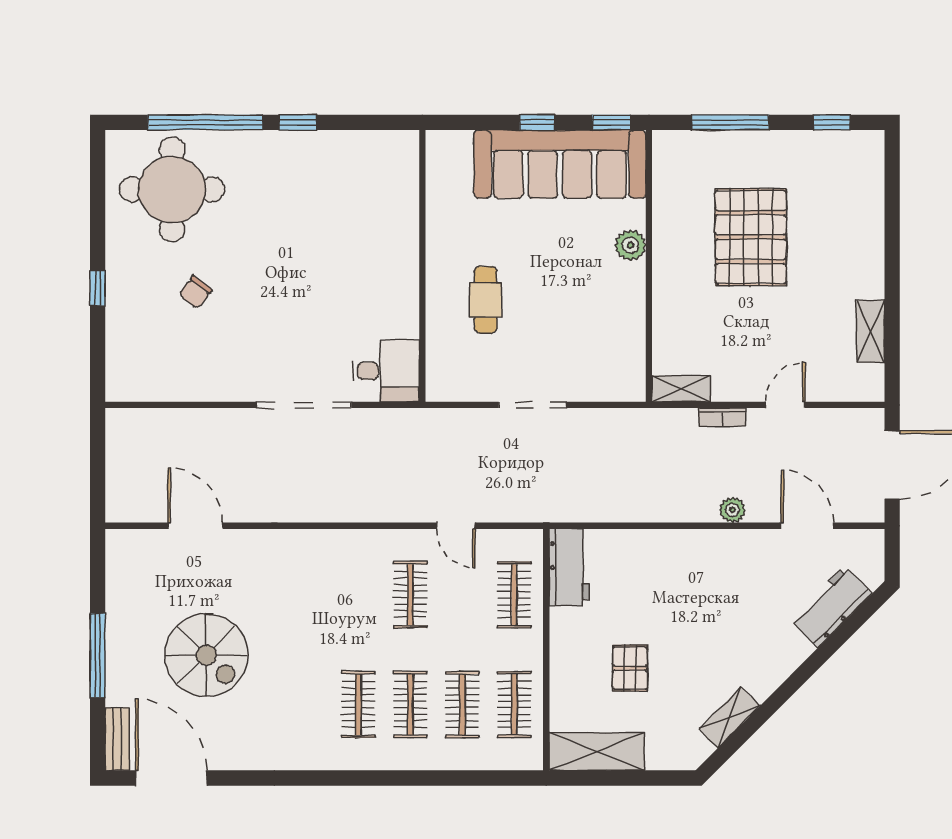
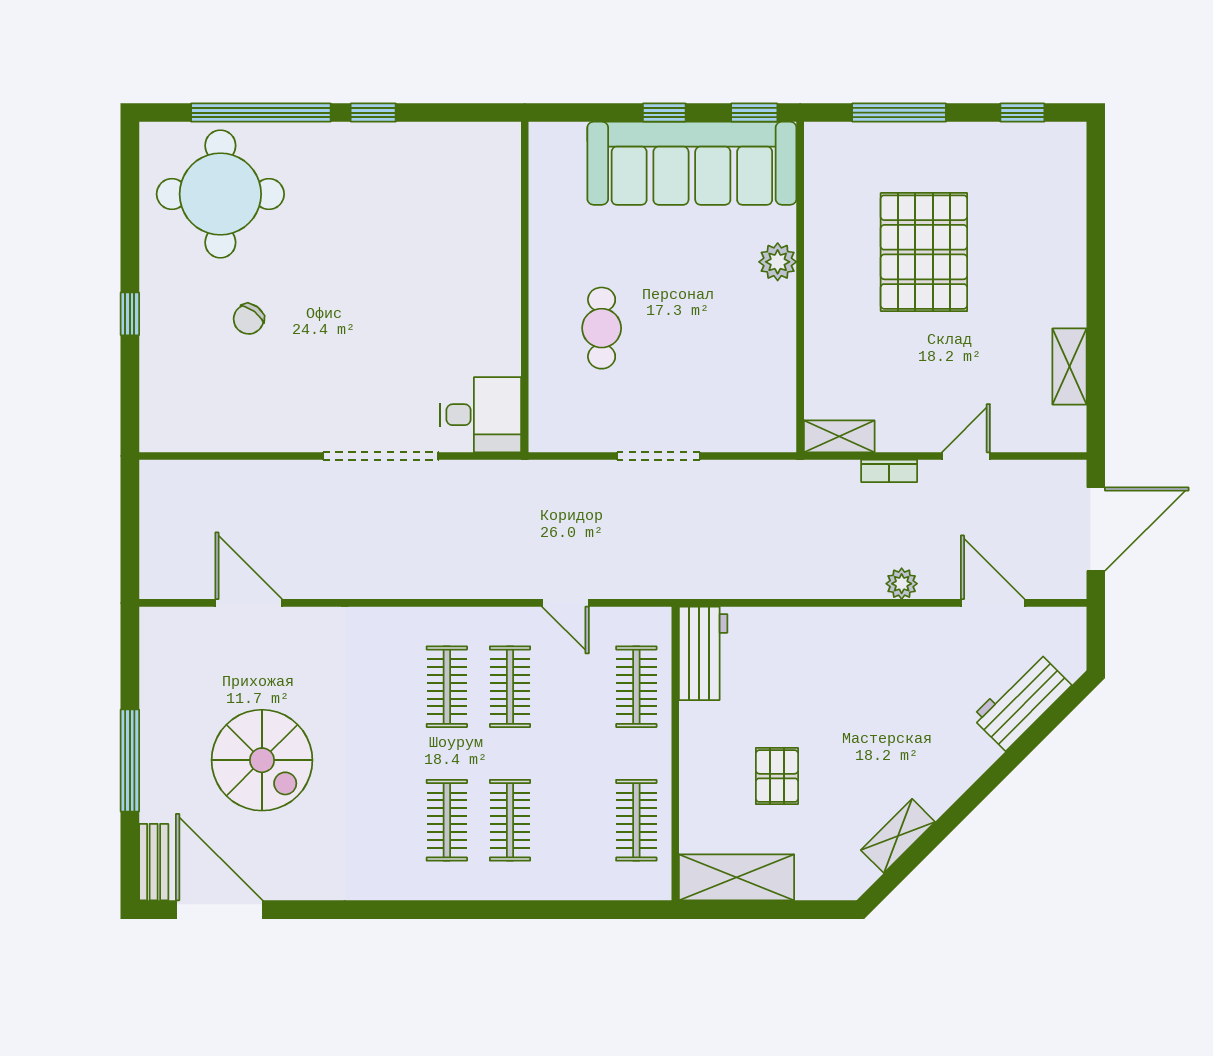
clothes rail: (462, 705) -> (447, 687), moved

